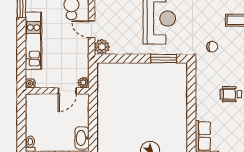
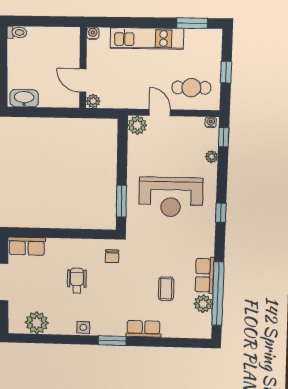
door: (92, 29) -> (160, 113), hinge flipped
chair: (212, 47) -> (112, 256), moved

